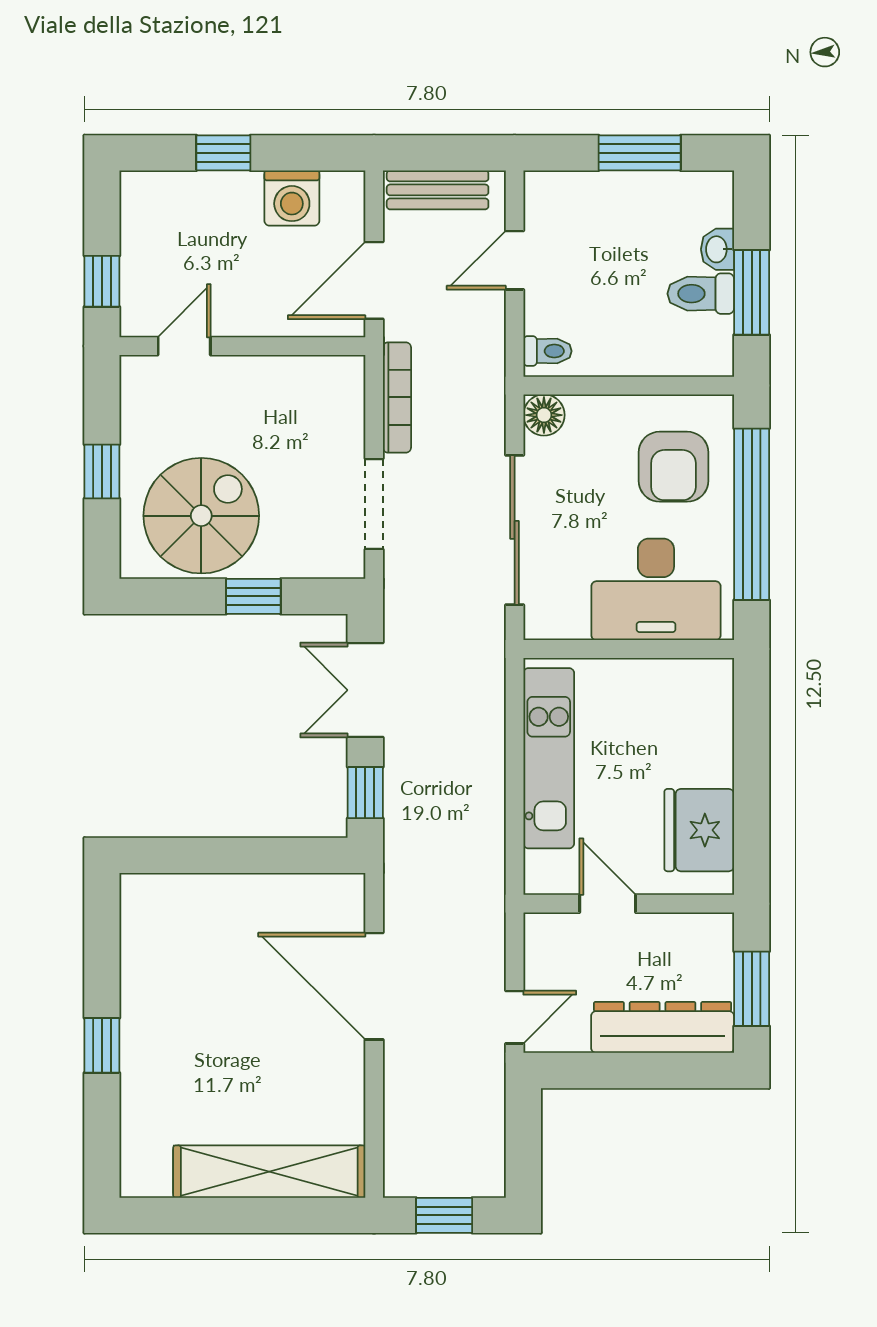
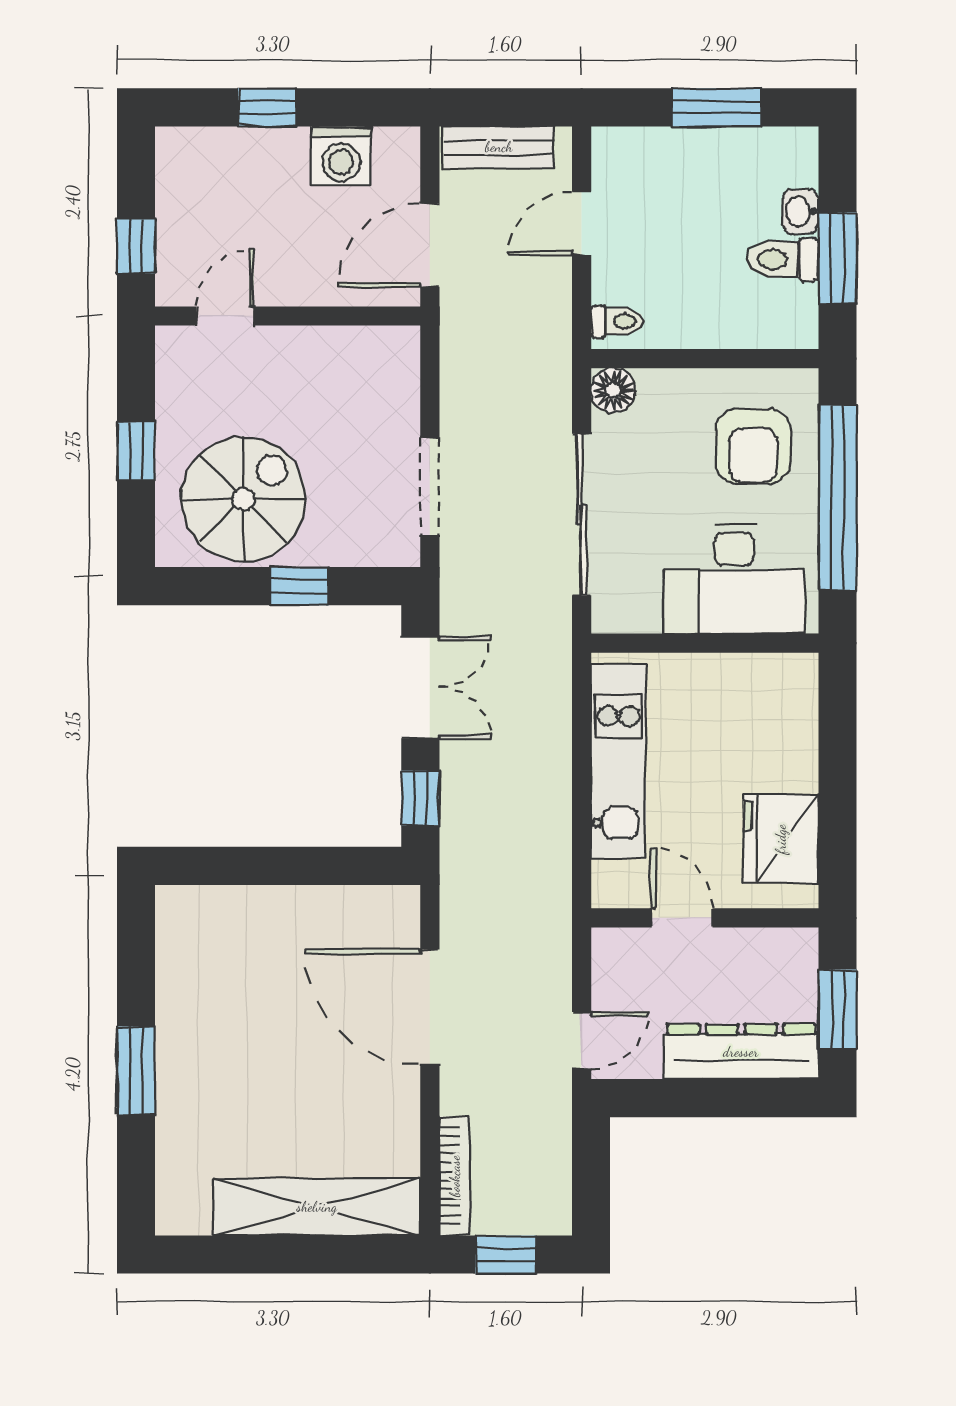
bookcase: (397, 397) -> (455, 1176), moved
double door: (365, 690) -> (420, 687), swing flipped
window: (102, 1045) -> (136, 1071), width x1.50

